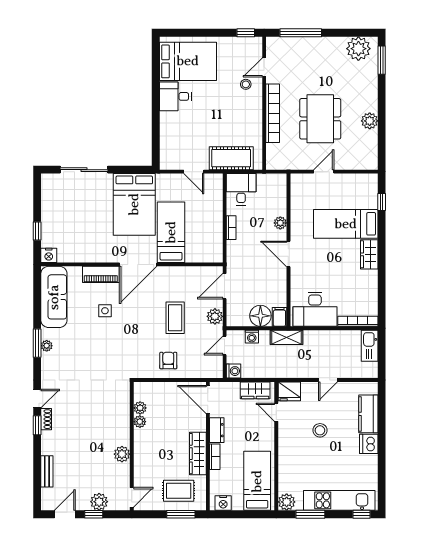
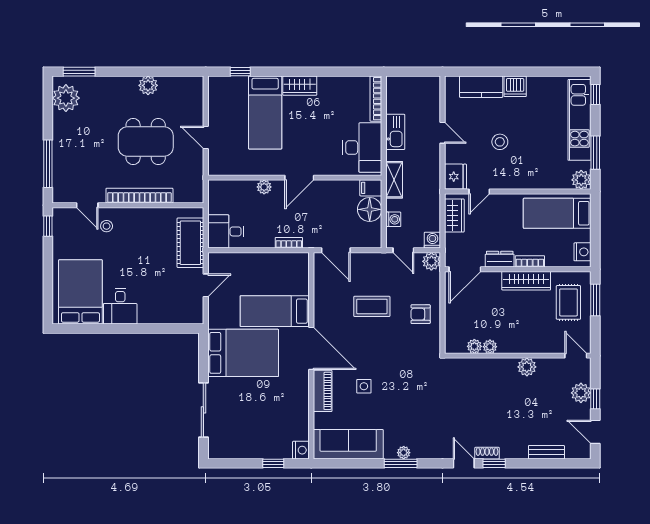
bookcase: (231, 228) -> (289, 243), moved
plant: (215, 316) -> (431, 261), moved
kitchen sink: (370, 346) -> (395, 132), moved, turned -90

